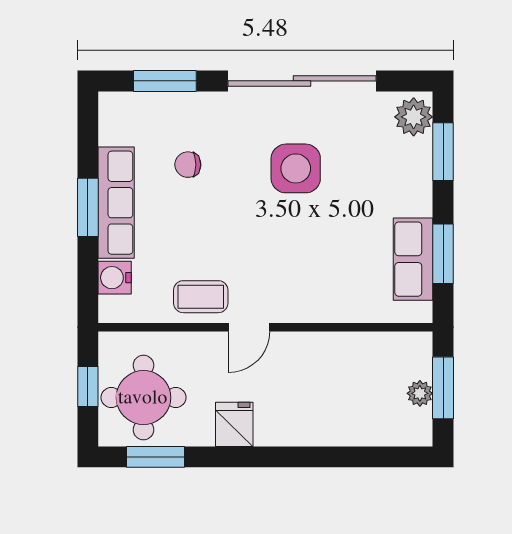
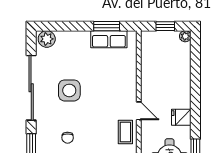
window: (443, 152) -> (62, 26), removed
window: (443, 388) -> (165, 26), width x0.67
plant: (420, 393) -> (185, 36), moved

